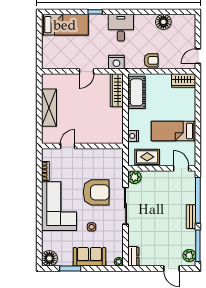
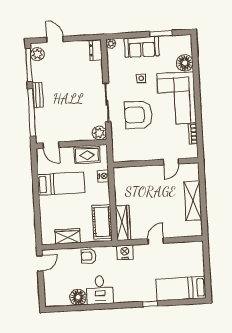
desk: (121, 28) -> (100, 290), moved
wardrobe: (183, 81) -> (68, 236), moved
floor lamp: (49, 258) -> (185, 63), moved

